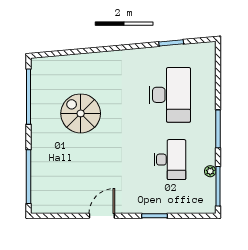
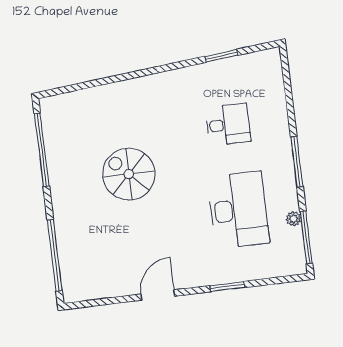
desk: (170, 95) -> (228, 125), width x0.53, depth x0.77
spiral stairs: (81, 113) -> (129, 174), moved
desk: (170, 160) -> (238, 210), width x1.36, depth x1.30

